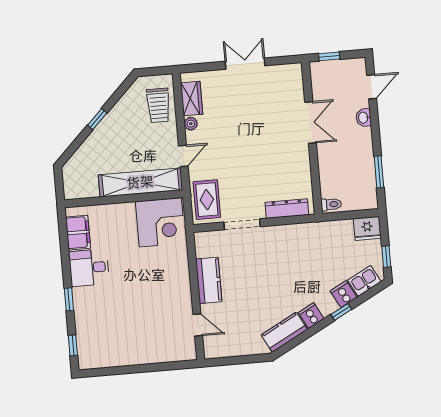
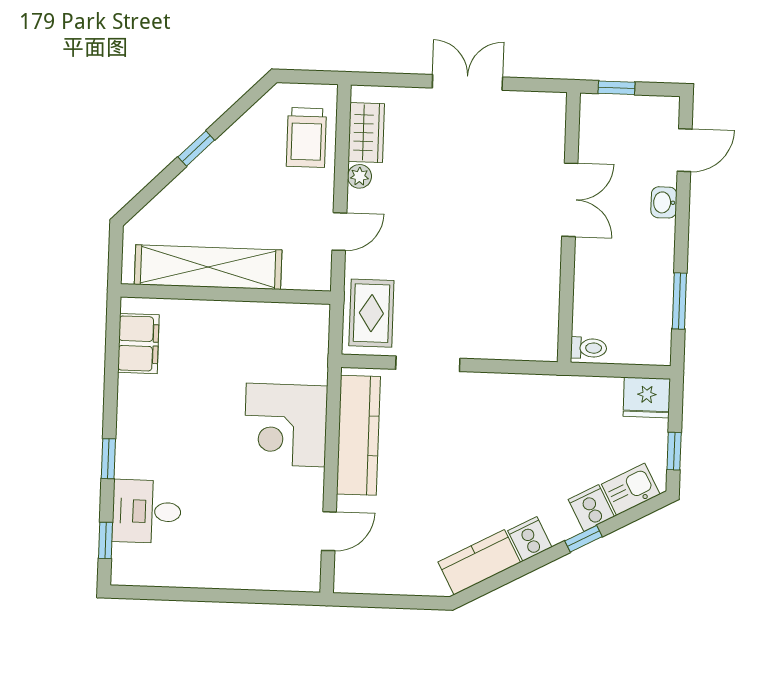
shelving: (140, 182) -> (208, 267), moved
dresser: (287, 209) -> (510, 346), removed
corner desk: (160, 222) -> (286, 425), moved, turned 90
desk: (89, 268) -> (147, 511), moved
kitchen counter: (209, 280) -> (358, 435), width x1.50
door: (198, 325) -> (329, 531), hinge flipped

